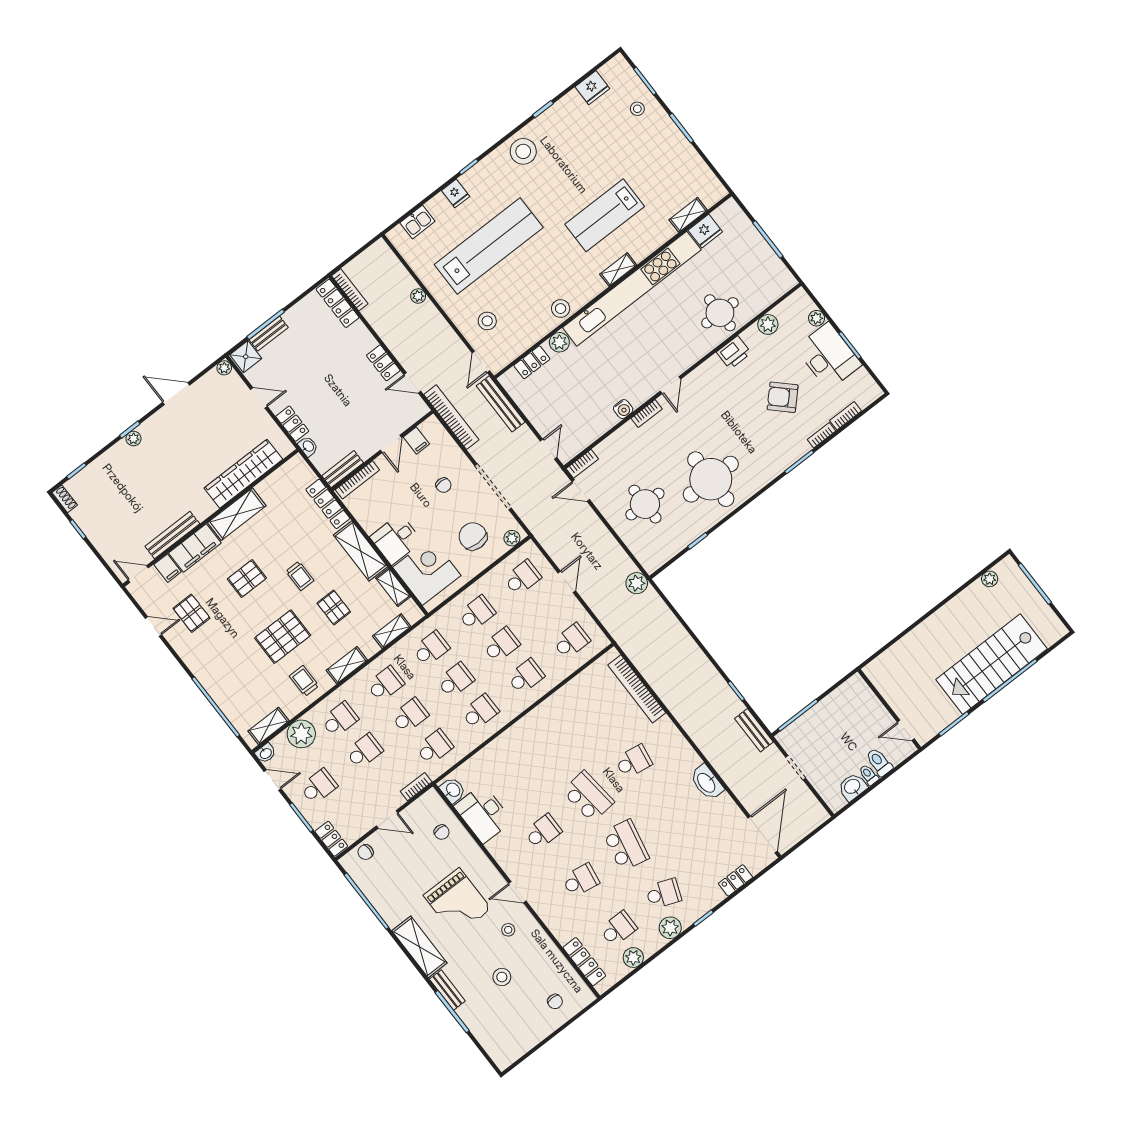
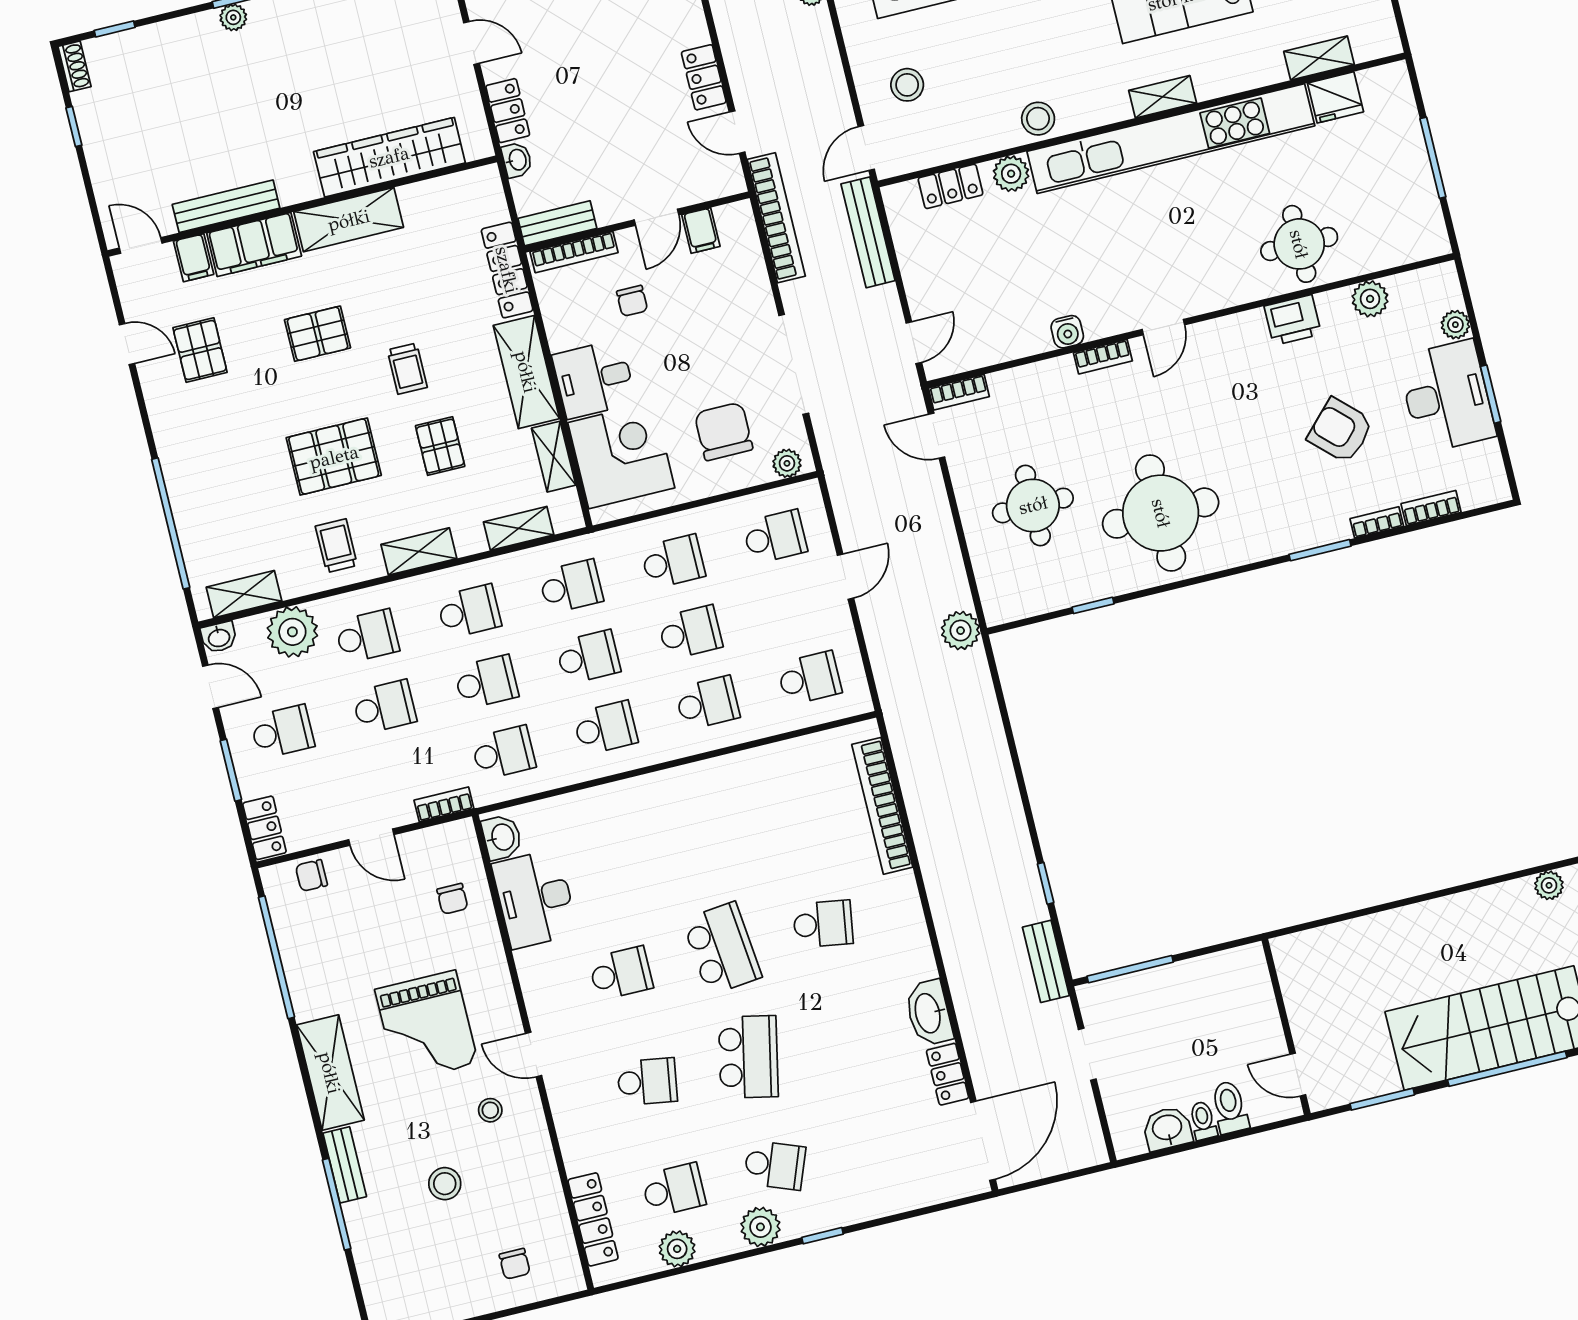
chair: (443, 485) -> (632, 301), moved
locker: (735, 880) -> (948, 1074), moved, turned -90

